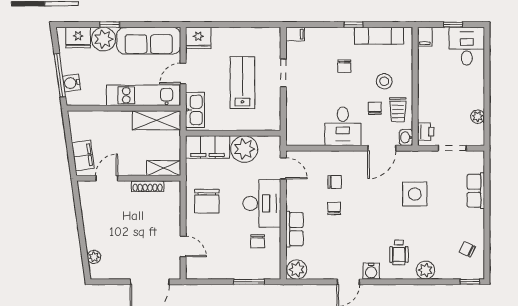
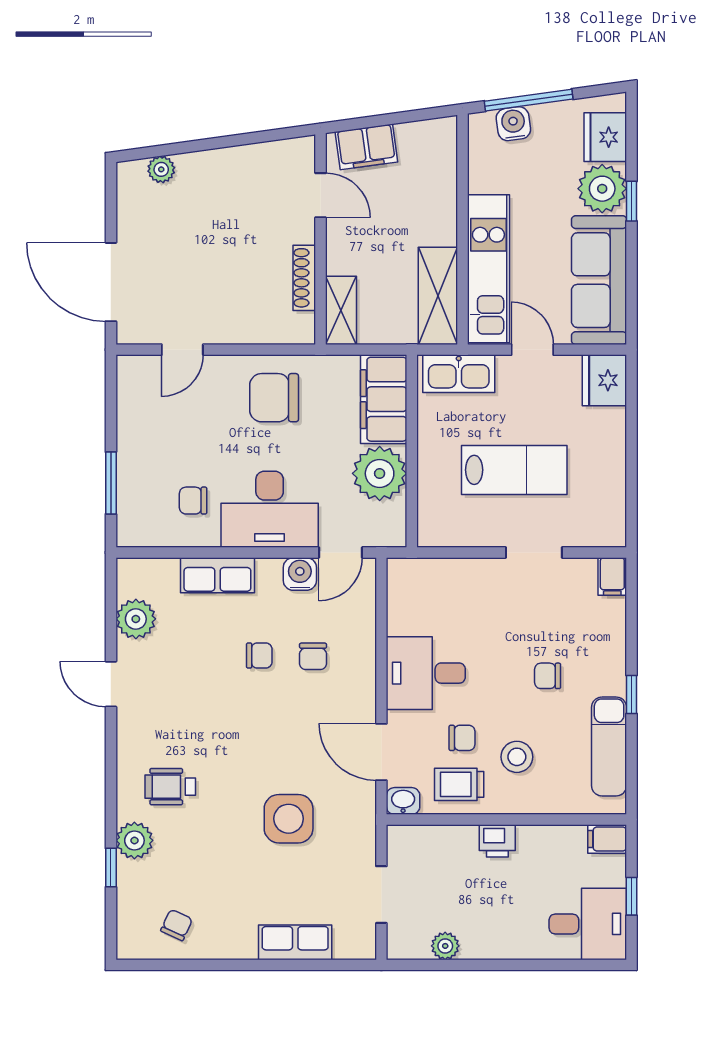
printer: (426, 132) -> (497, 841), moved
plant: (297, 269) -> (136, 619), moved
water cooler: (371, 271) -> (300, 574), moved, turned 90
window: (470, 282) -> (111, 868), moved

